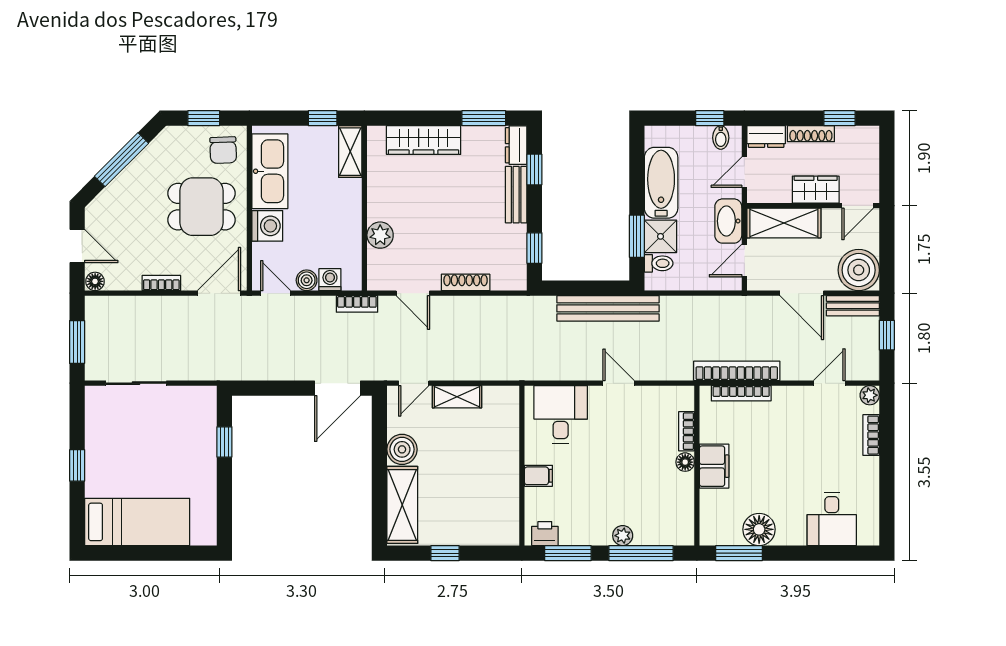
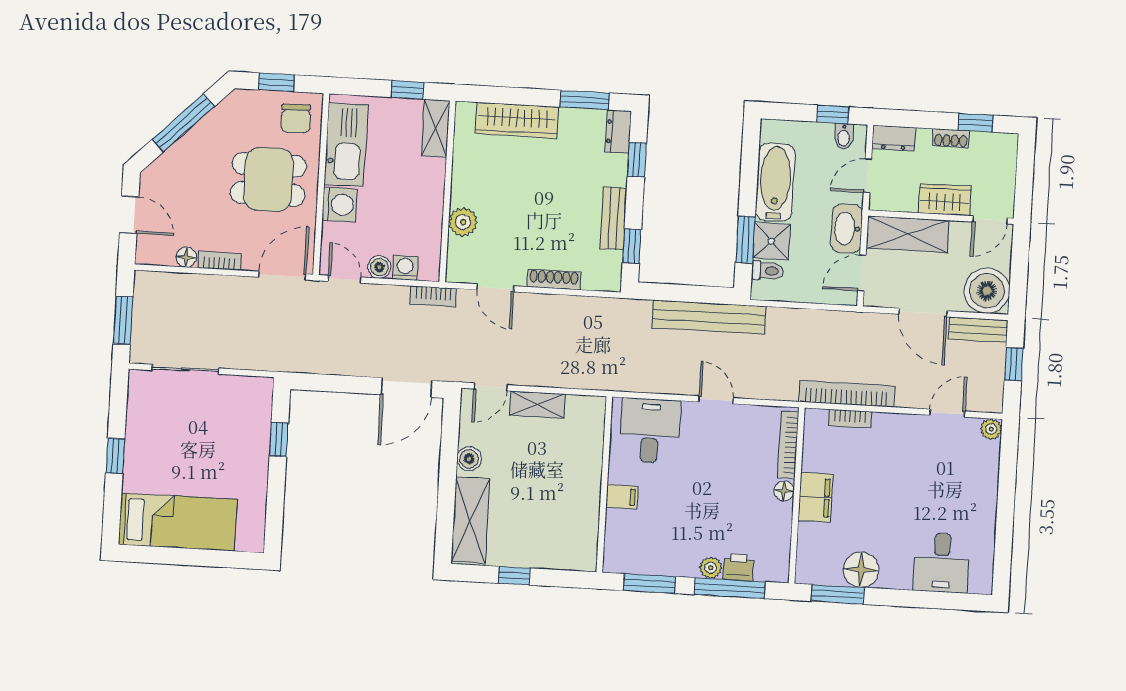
shoe rack: (811, 134) -> (951, 138), width x0.70
bench: (516, 195) -> (613, 218), moved
floor lamp: (95, 281) -> (186, 257), moved
bookcase: (741, 393) -> (850, 419), width x0.64
bookcase: (686, 431) -> (788, 445), width x1.56
bookcase: (871, 435) -> (990, 473), removed
boiler: (402, 449) -> (469, 459), width x0.73, depth x0.73
printer: (545, 534) -> (739, 567), moved

